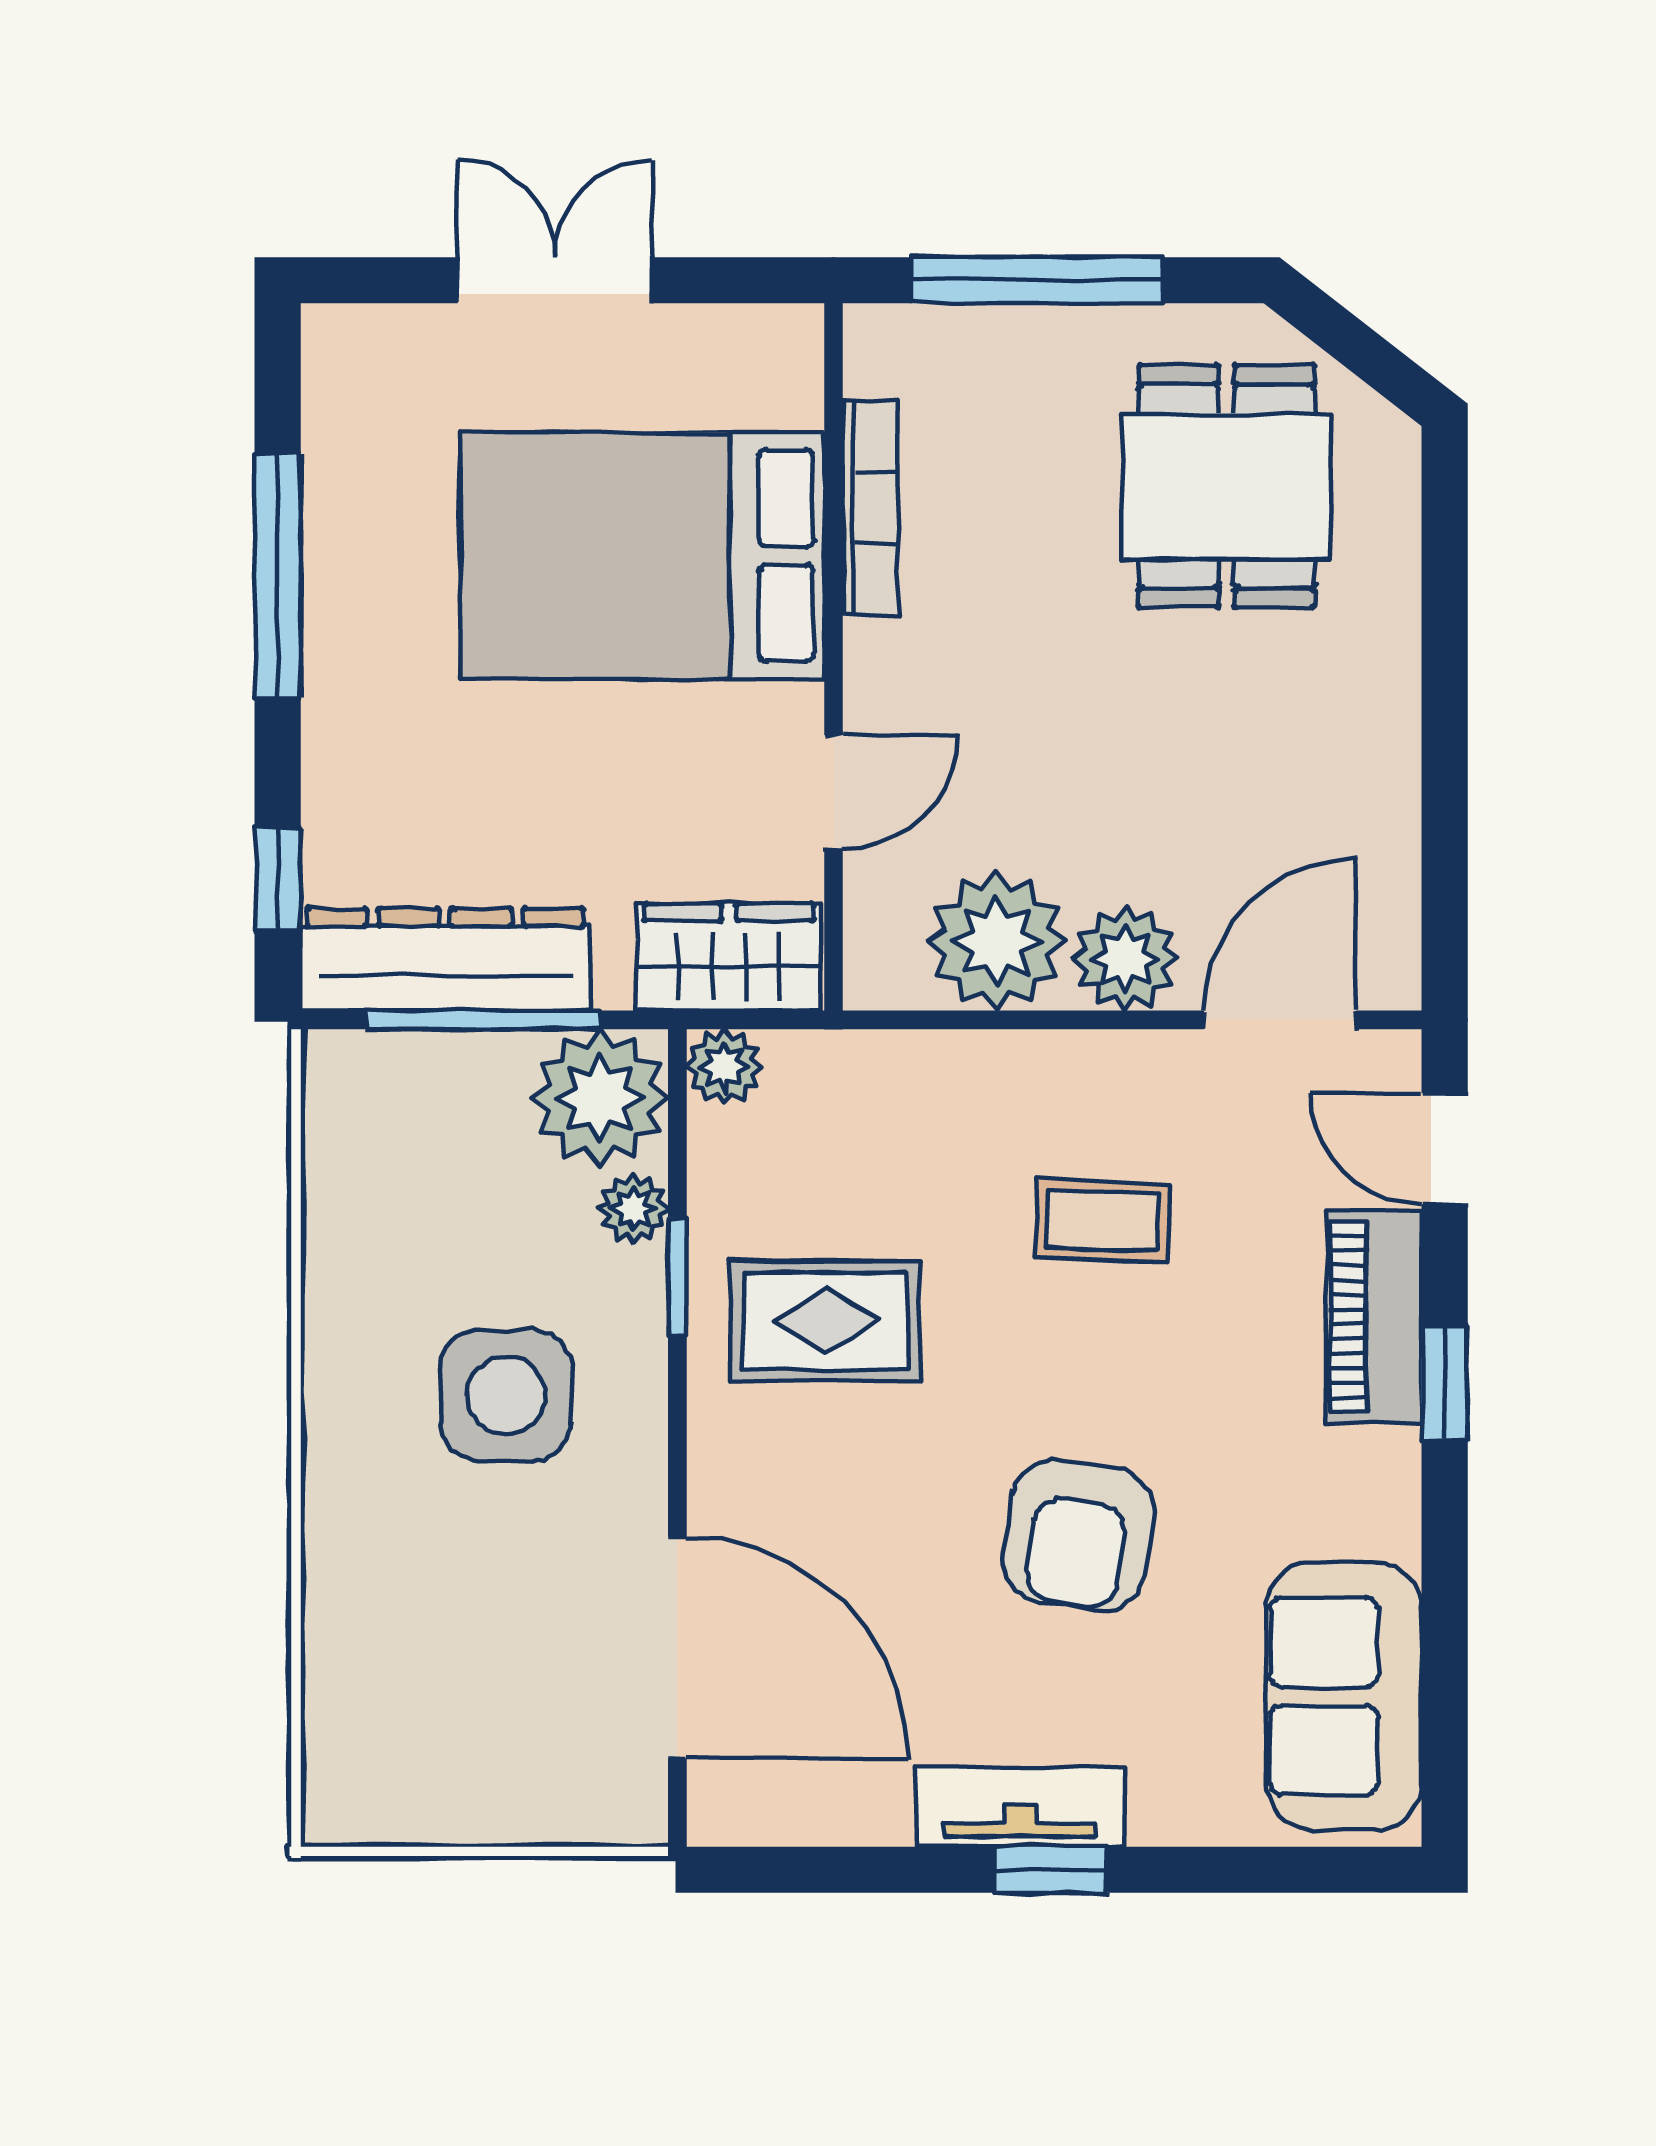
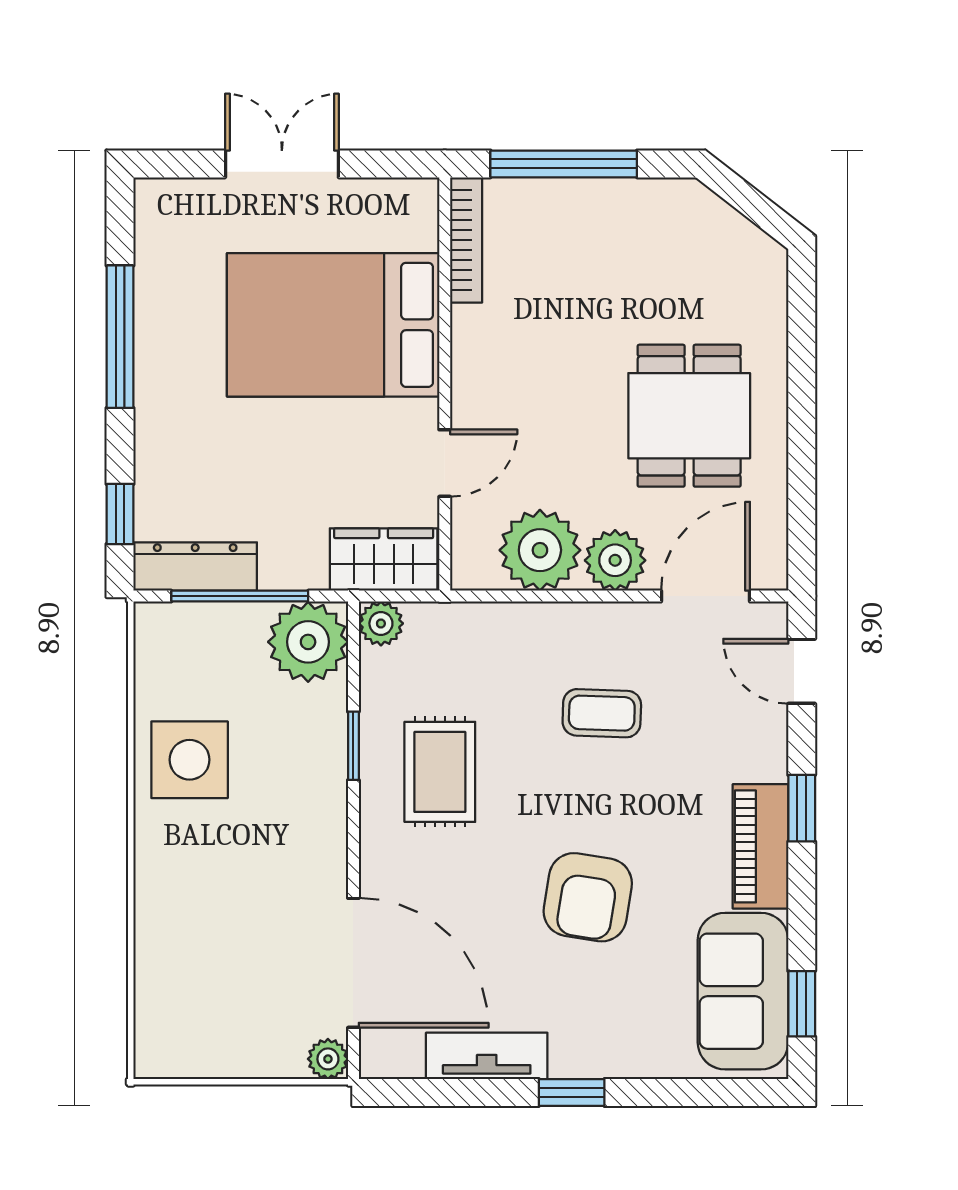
dining table: (1227, 486) -> (689, 416), moved
bookcase: (870, 507) -> (466, 240), moved
dresser: (445, 959) -> (195, 566), width x0.73, depth x0.80
plant: (634, 1209) -> (328, 1059), moved
piano: (1374, 1317) -> (760, 846), moved
rug: (825, 1321) -> (440, 772), turned 90
side table: (506, 1396) -> (190, 760), moved
window: (1445, 1718) -> (802, 1004), added
tv unit: (1020, 1807) -> (487, 1056), moved

